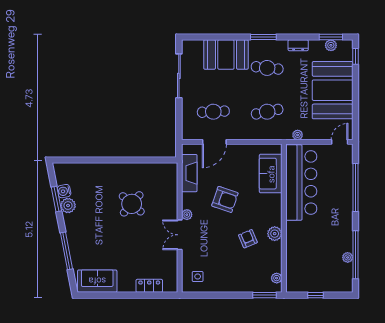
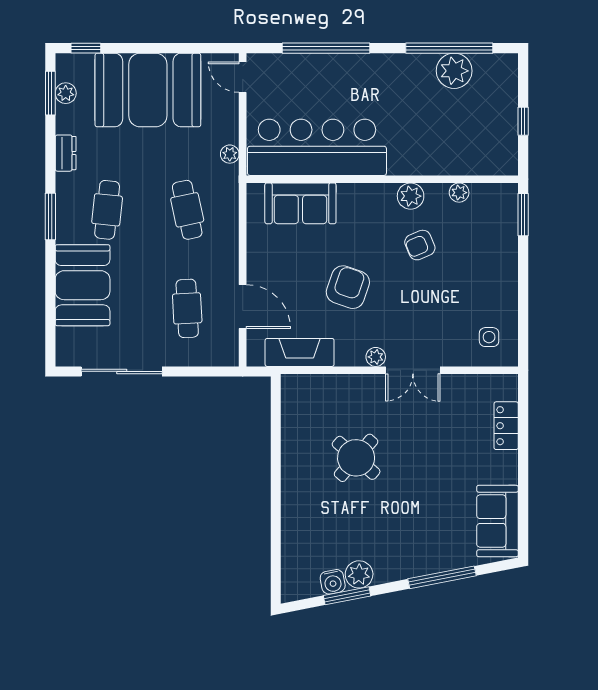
plant: (348, 257) -> (454, 71), width x1.88, depth x1.88
plant: (277, 278) -> (459, 193), moved

